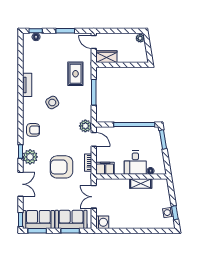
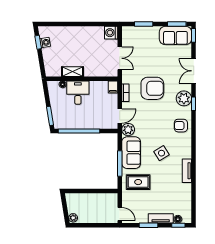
tv unit: (53, 38) -> (161, 218), added
wardrobe: (106, 57) -> (107, 199), removed
rug: (75, 74) -> (138, 182), turned 90
door: (94, 139) -> (120, 116), swing flipped
filing cabinet: (105, 168) -> (113, 87), width x0.50
sofa: (71, 219) -> (131, 153), moved, turned -90

